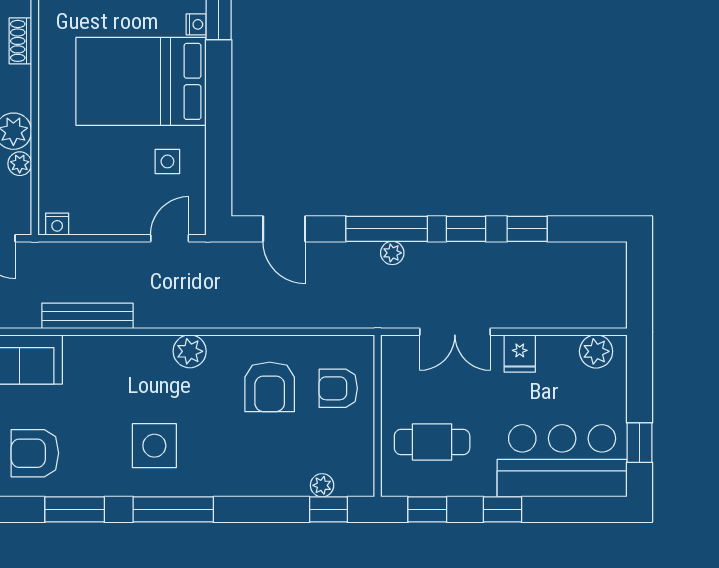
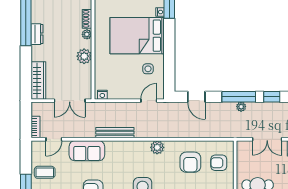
plant: (20, 164) -> (87, 34), moved

